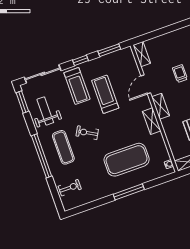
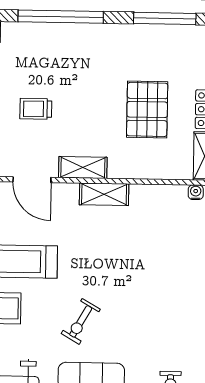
exercise mat: (127, 160) -> (158, 267), removed

